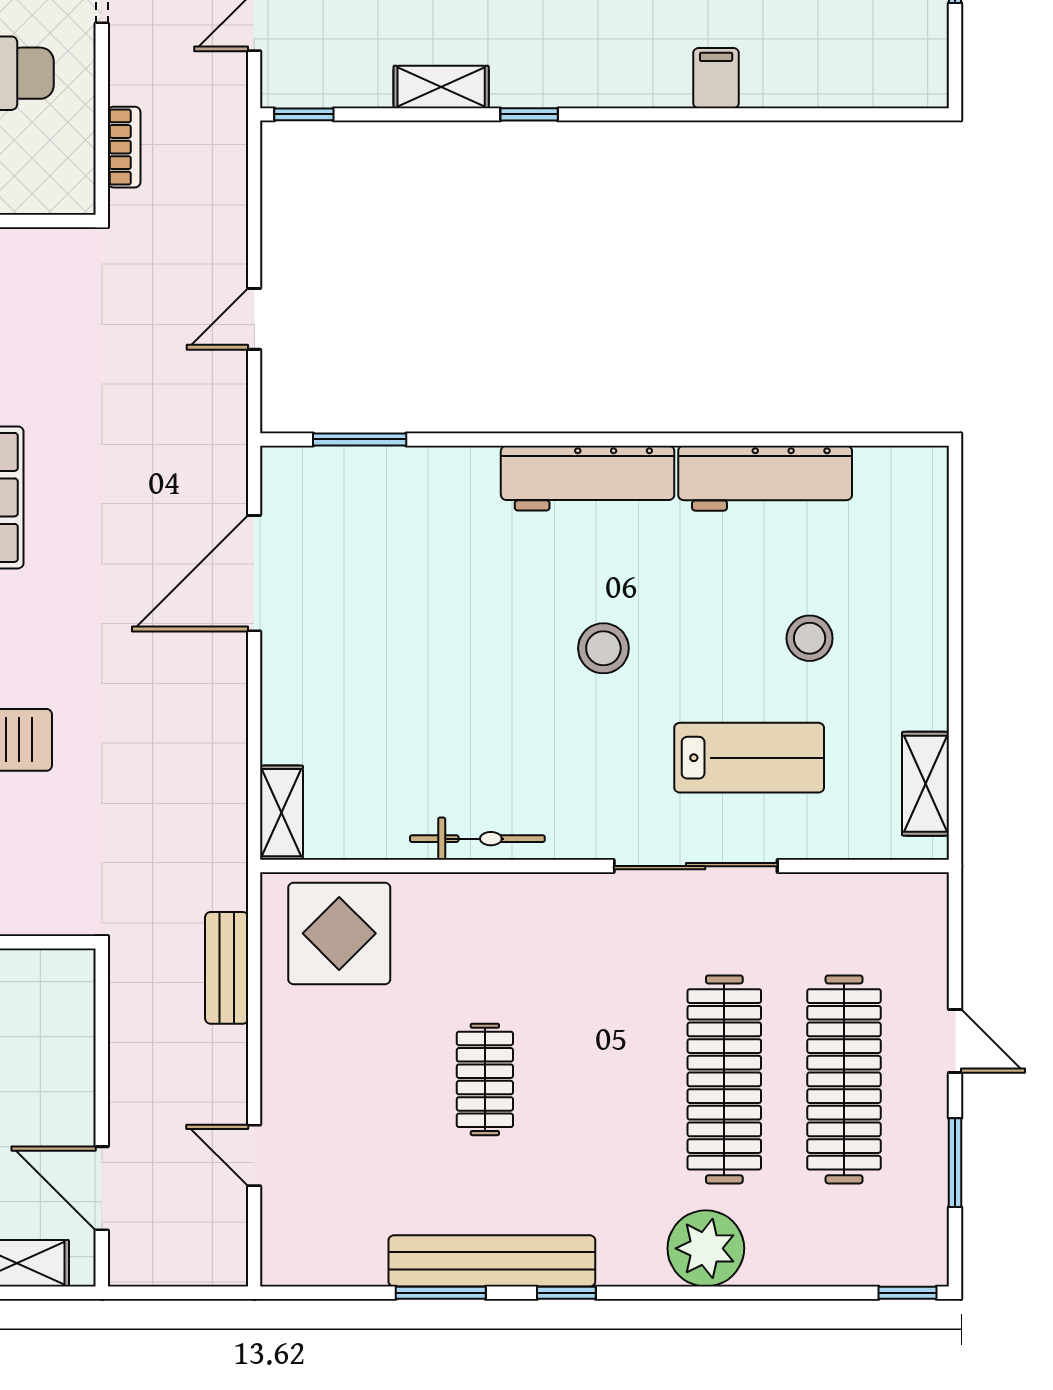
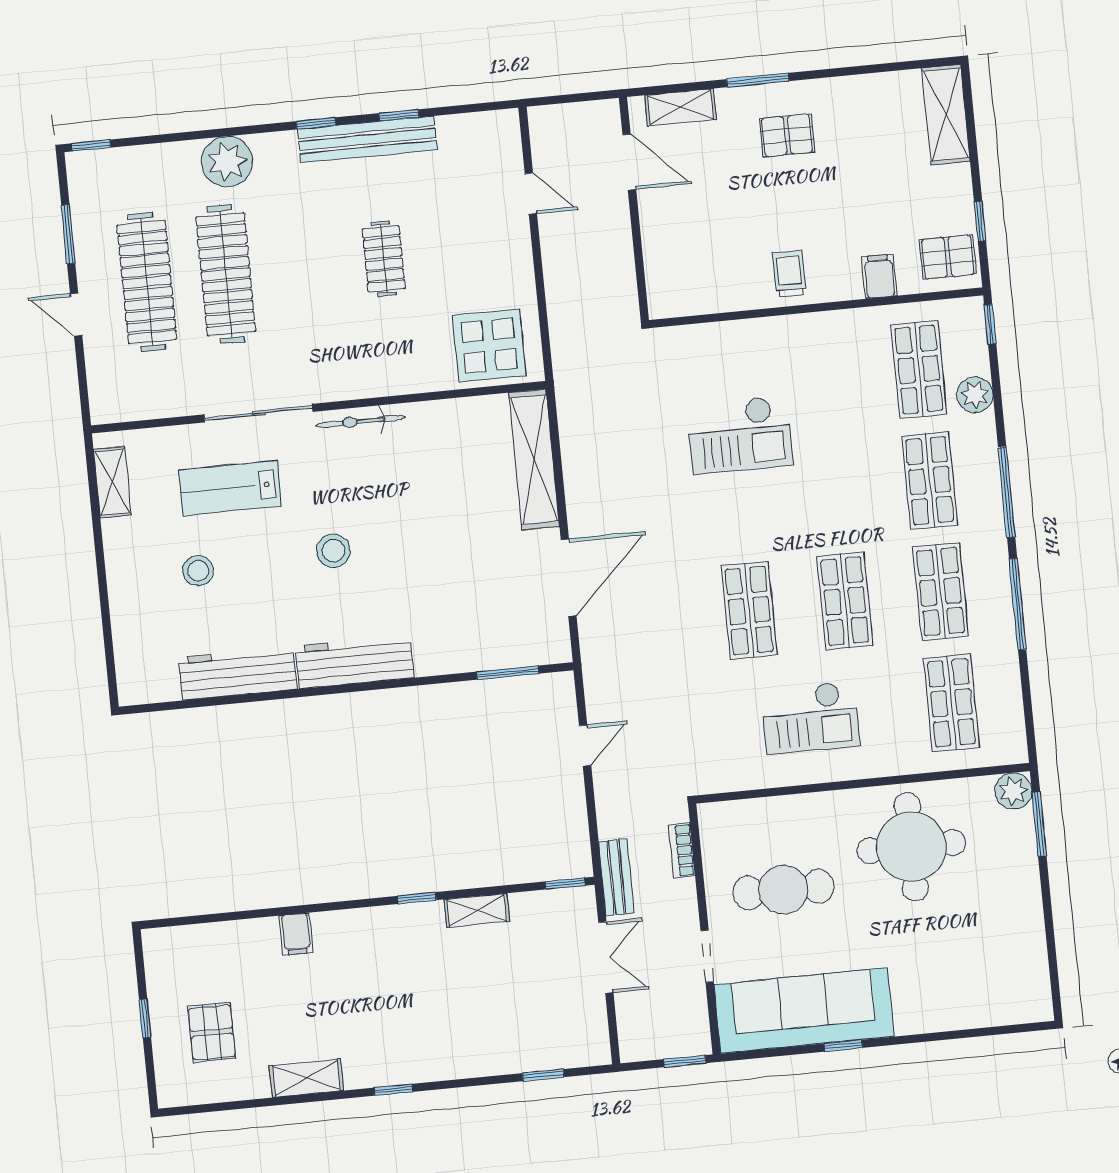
shelving: (282, 813) -> (534, 459), width x2.20, depth x1.33
bicycle: (477, 839) -> (361, 421), moved
bench: (227, 968) -> (616, 877), moved
window: (441, 1293) -> (399, 115), width x0.67

